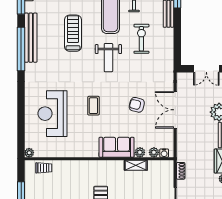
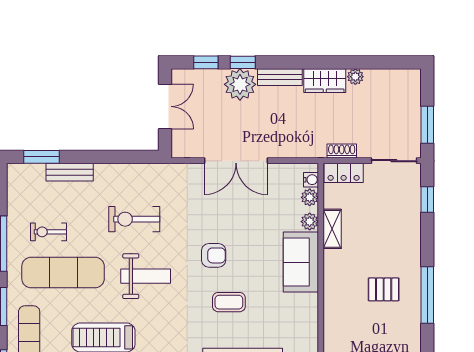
exercise bike: (141, 39) -> (134, 219), moved
armchair: (137, 105) -> (214, 255), moved, turned -104
locker: (168, 172) -> (344, 173), added

